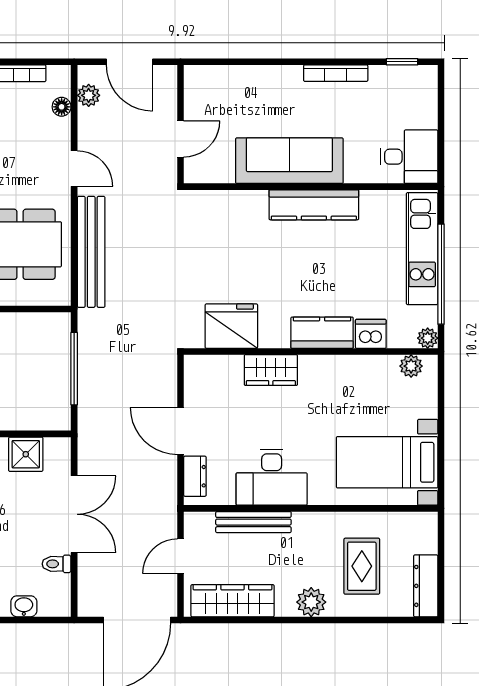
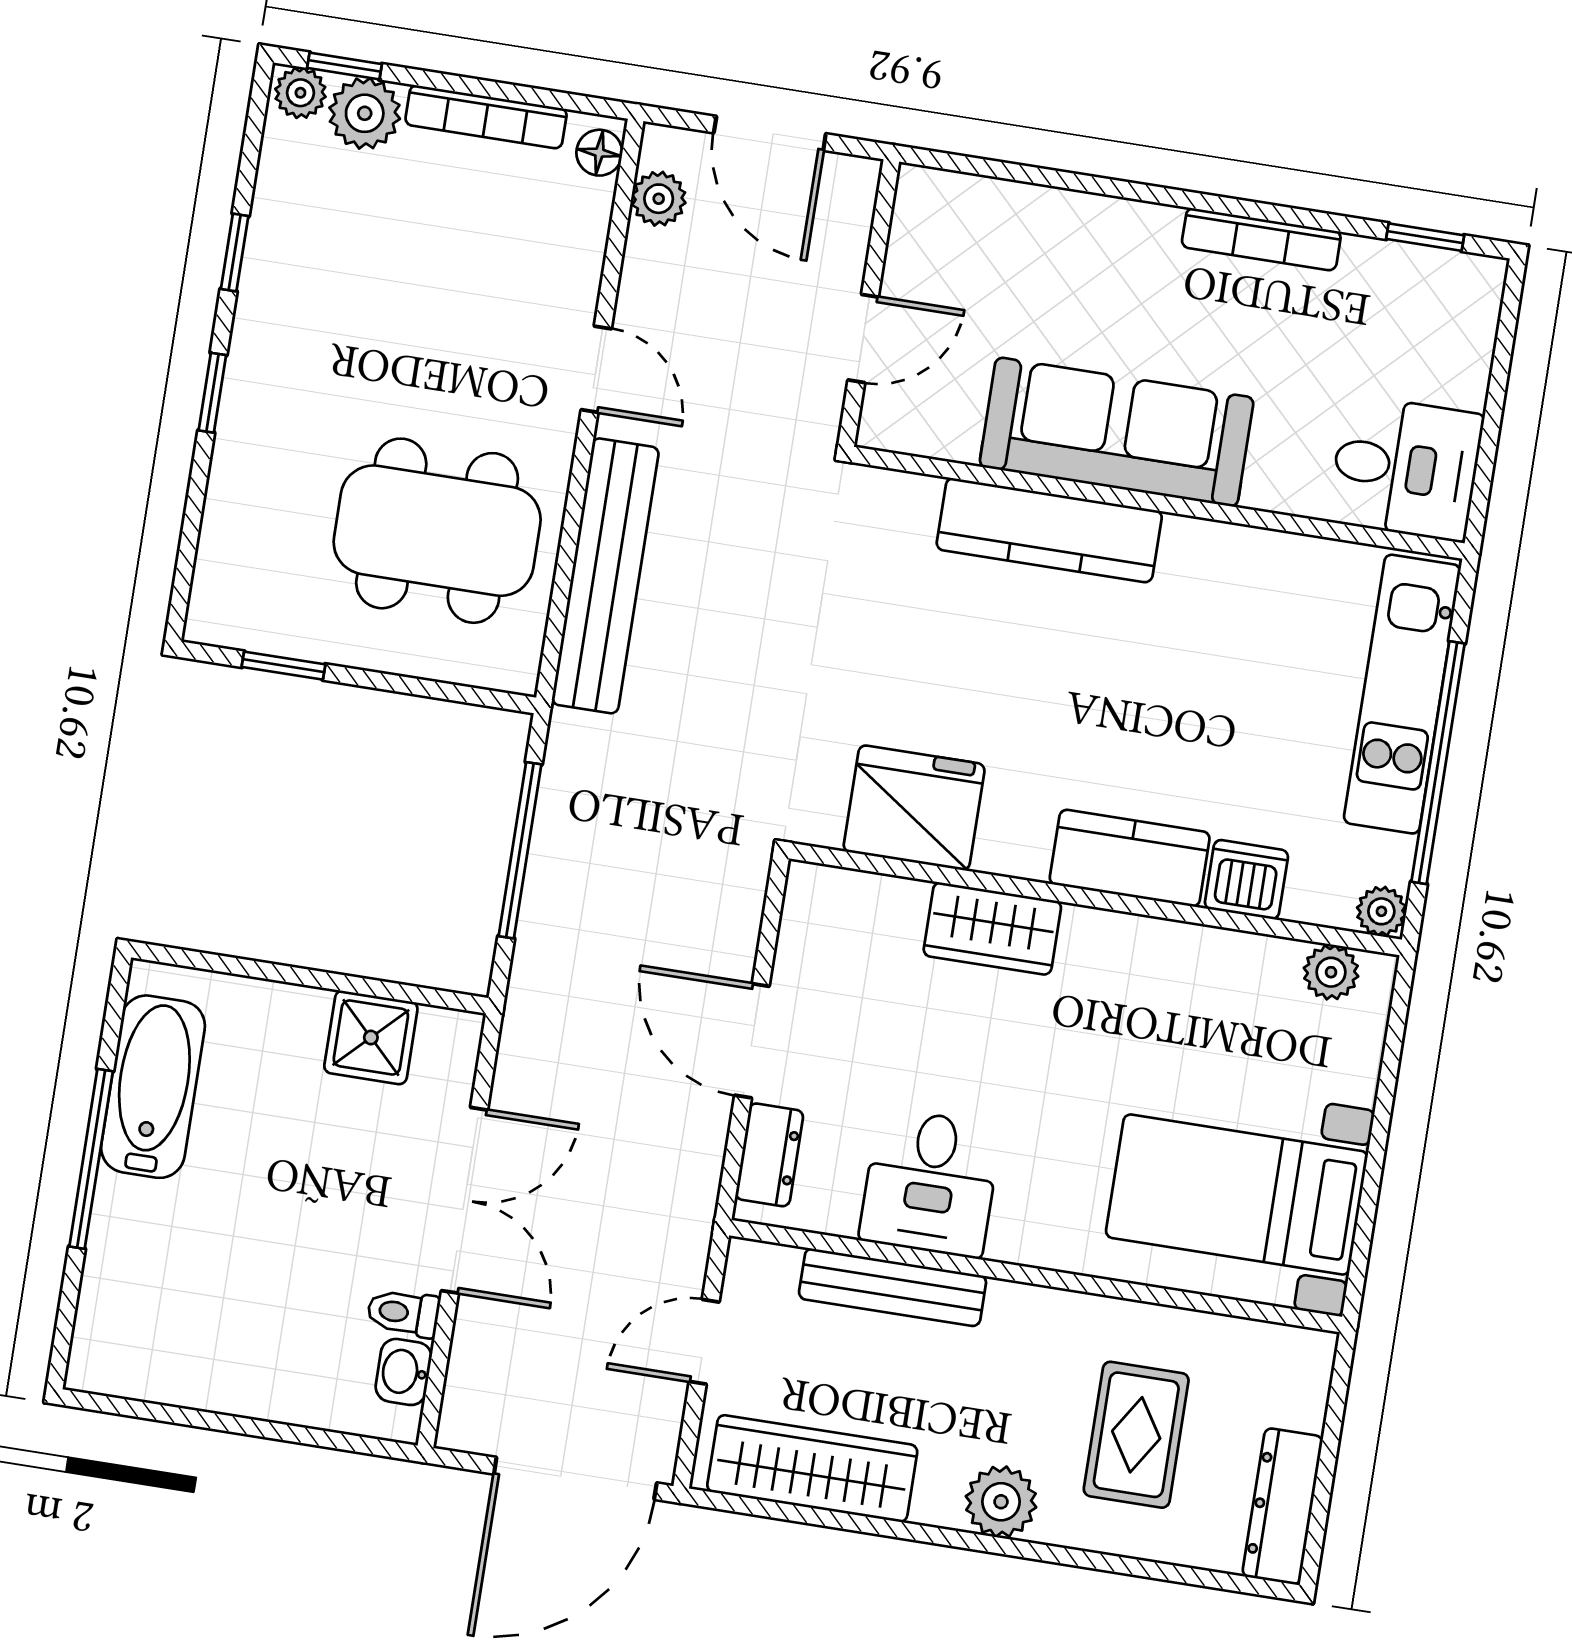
floor lamp: (62, 107) -> (599, 153), moved
kitchen counter: (314, 205) -> (1049, 530), moved
desk: (272, 477) -> (930, 1183), width x0.73
washbasin: (24, 606) -> (404, 1372), moved, turned -90

